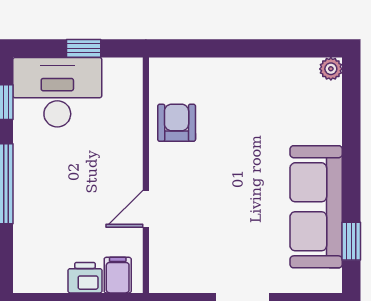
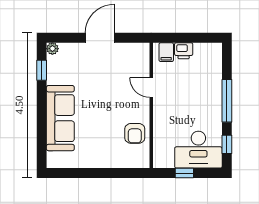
plant: (331, 69) -> (52, 49), moved
sofa: (316, 207) -> (60, 118), moved
door: (146, 209) -> (151, 88), swing flipped

